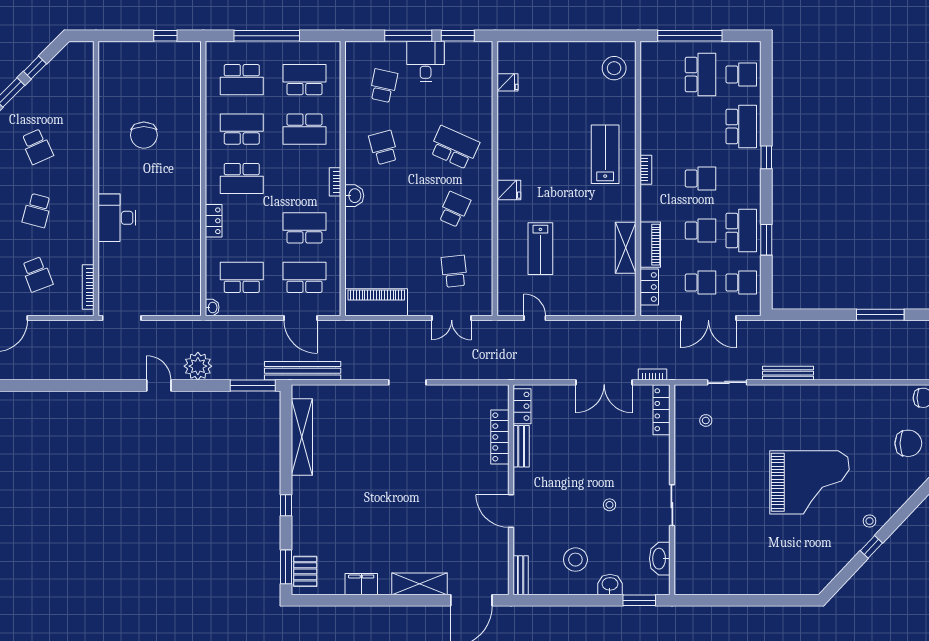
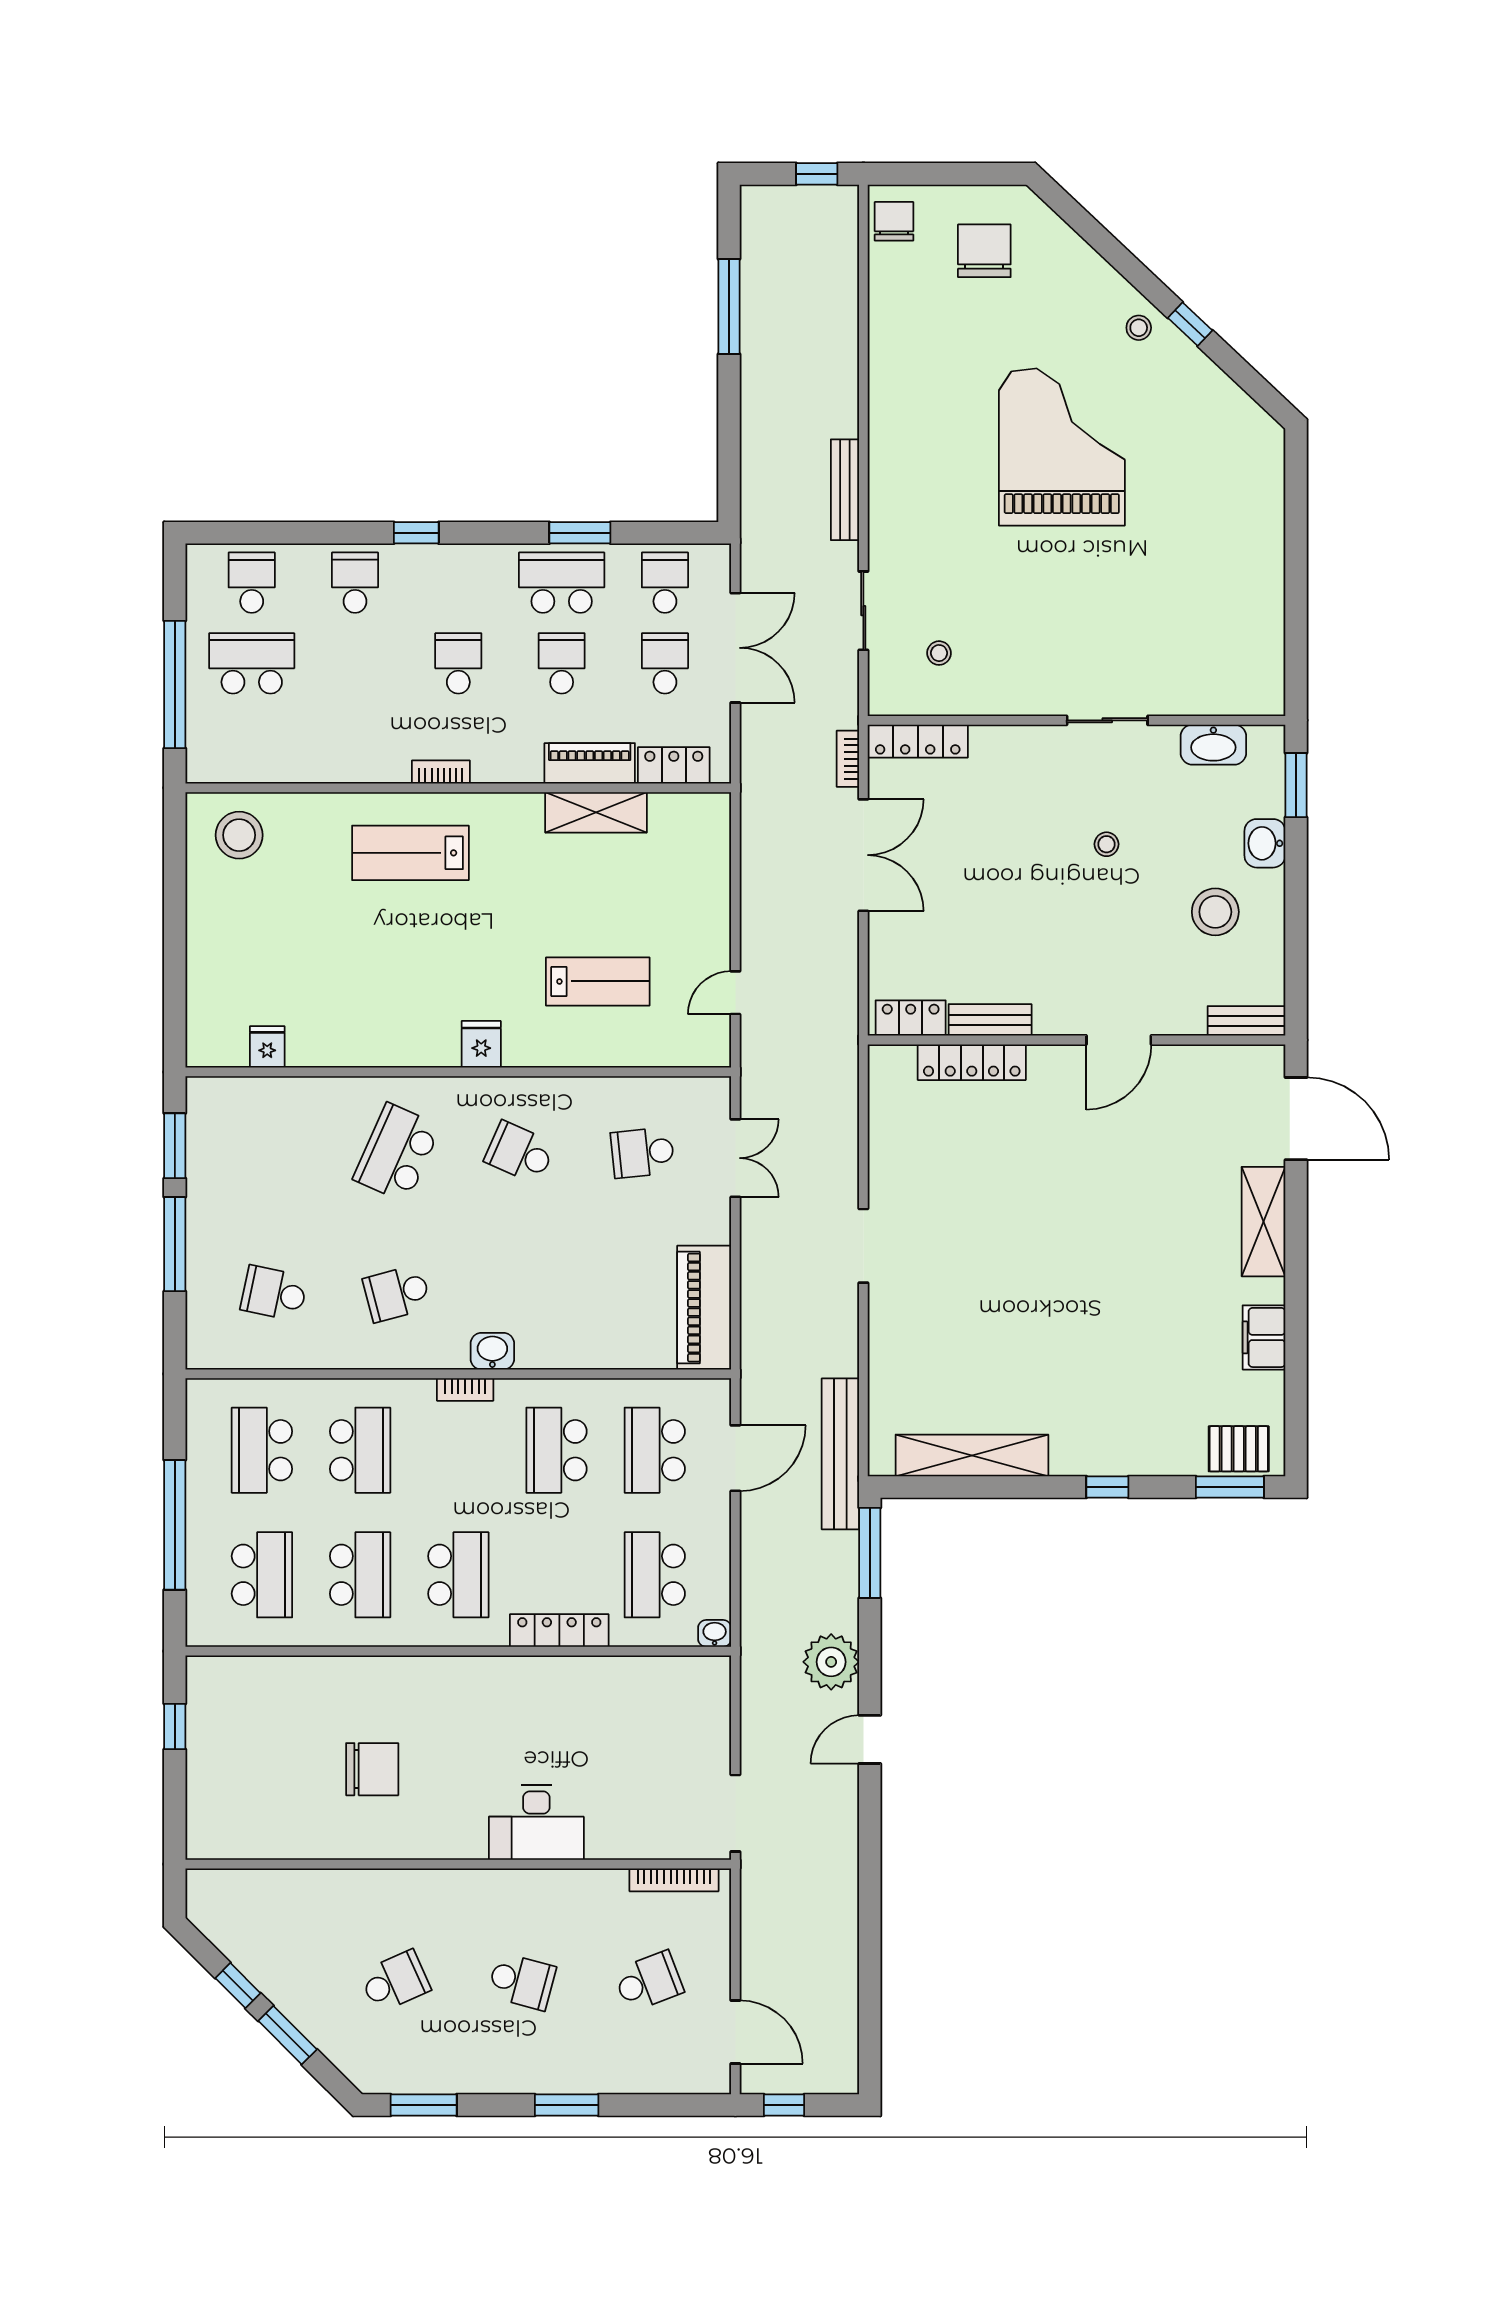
desk: (426, 61) -> (226, 1210), removed
school desk: (741, 126) -> (355, 583), width x0.54
school desk: (242, 129) -> (360, 1575), turned 180
locker: (214, 221) -> (559, 1630), width x1.53

